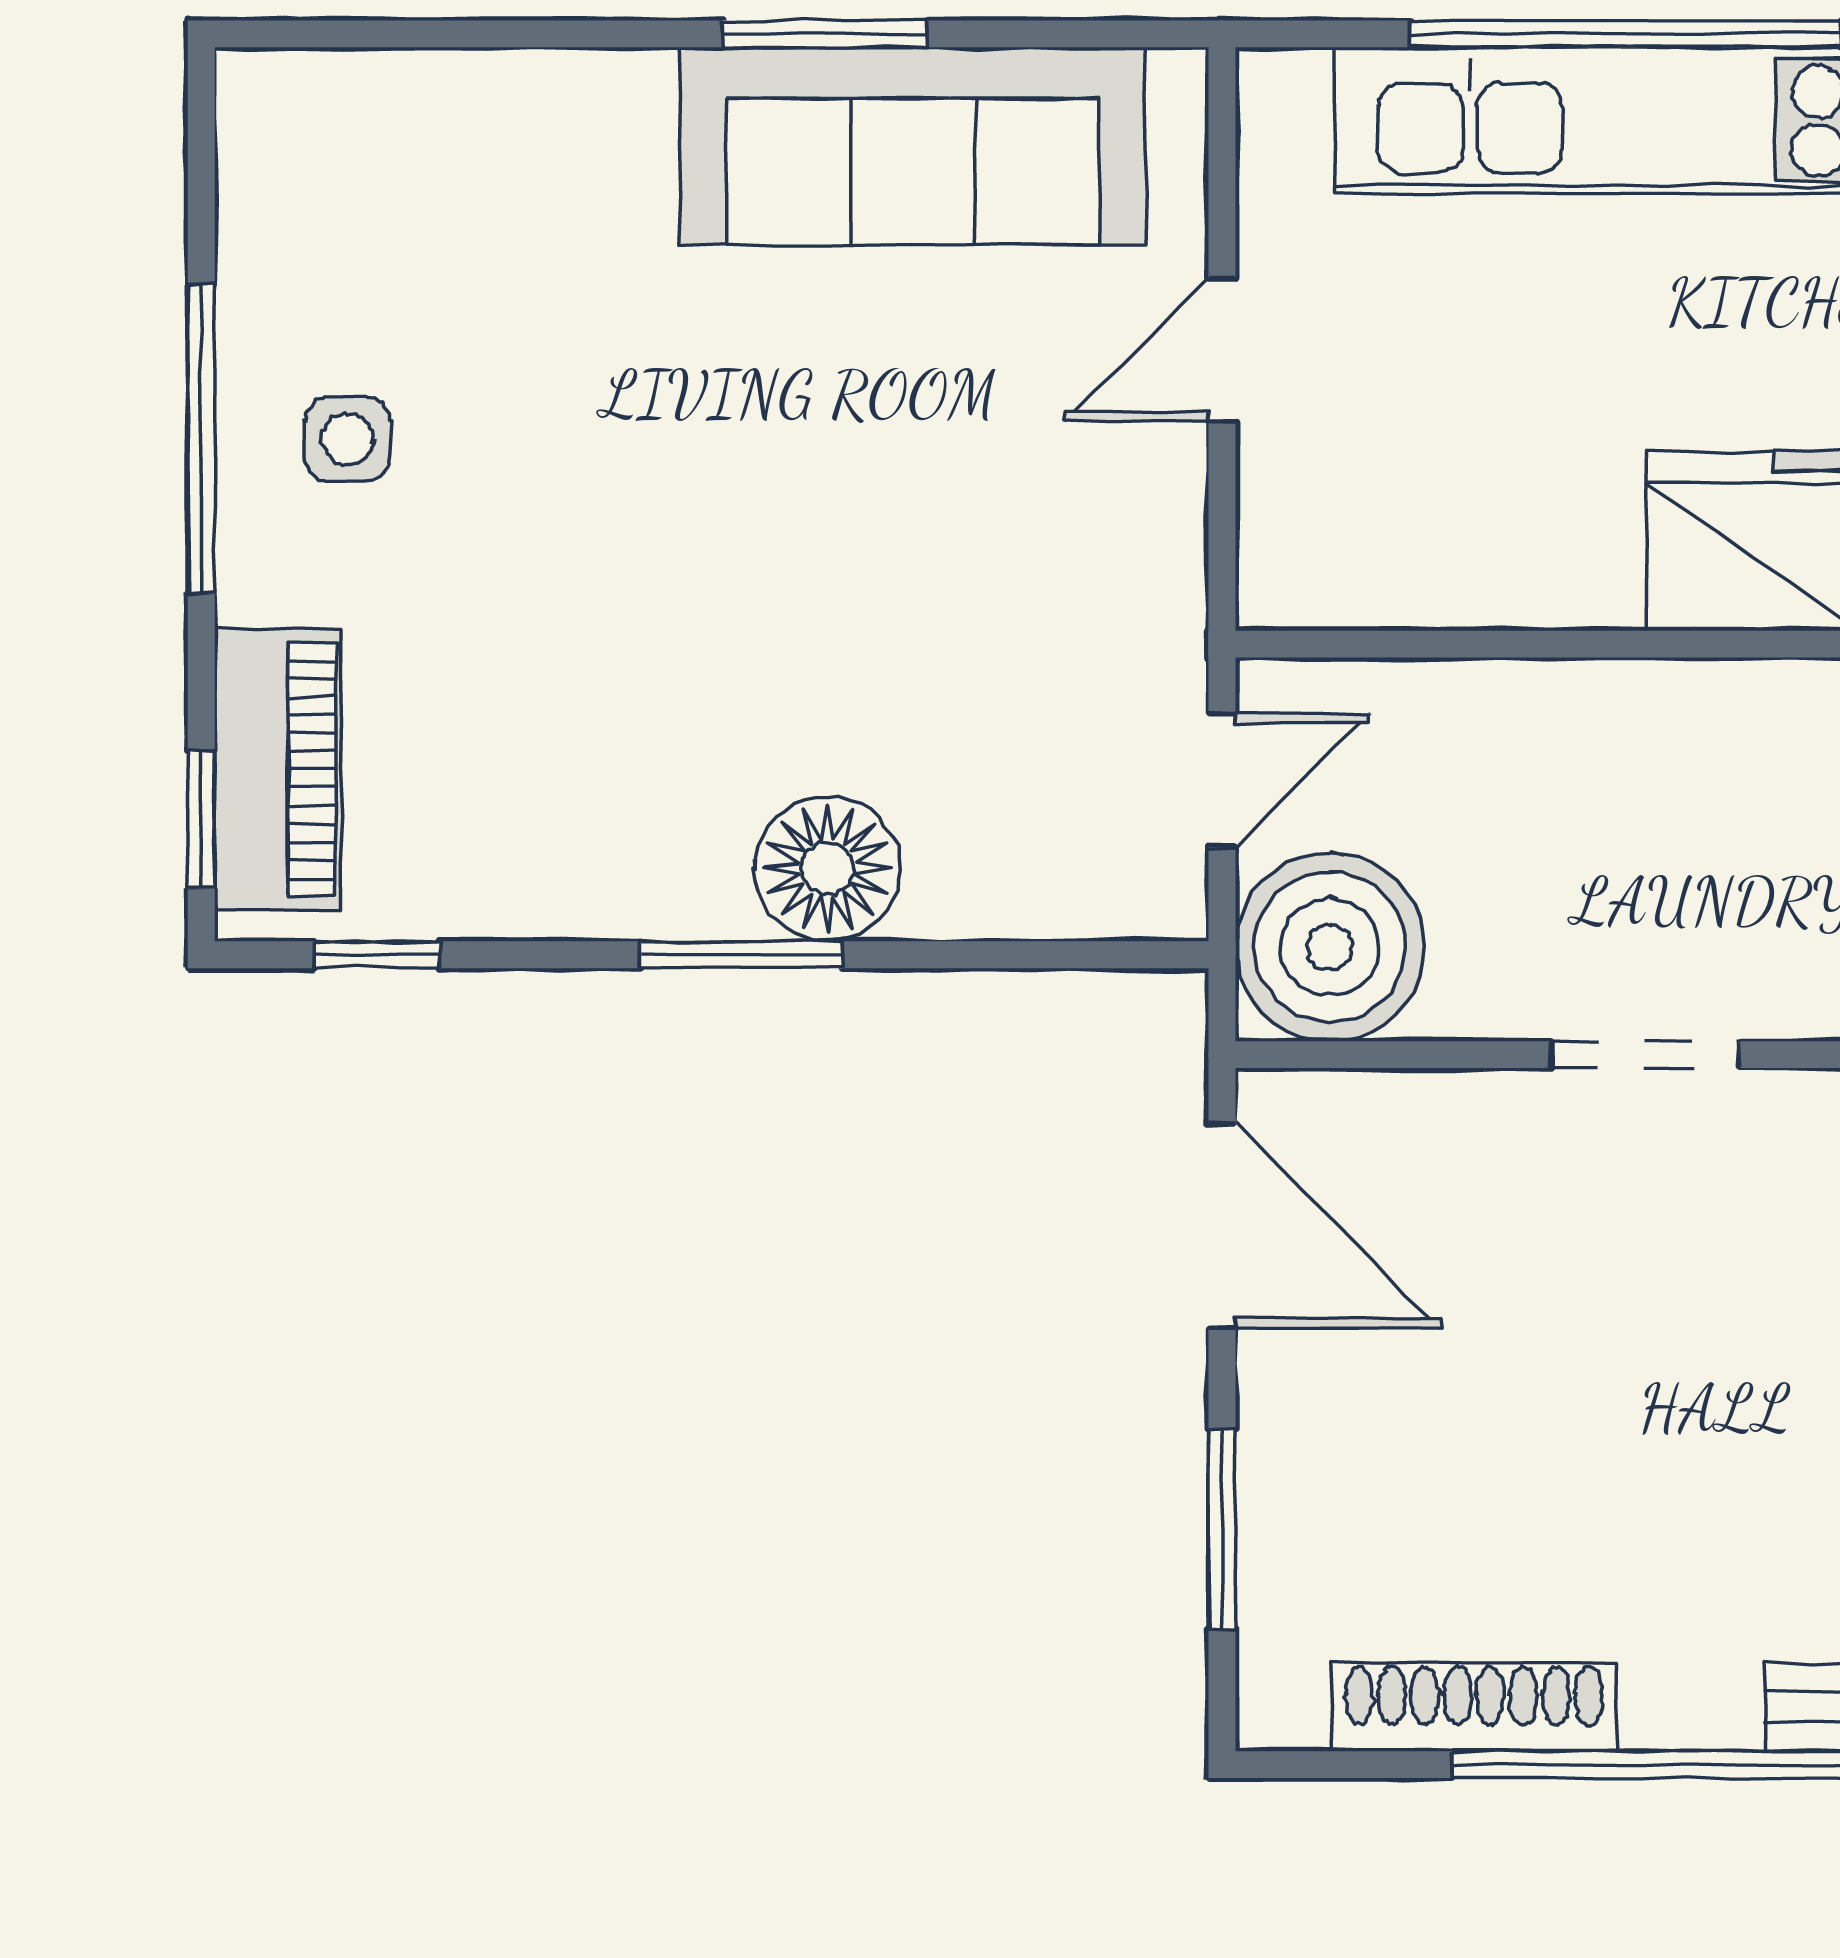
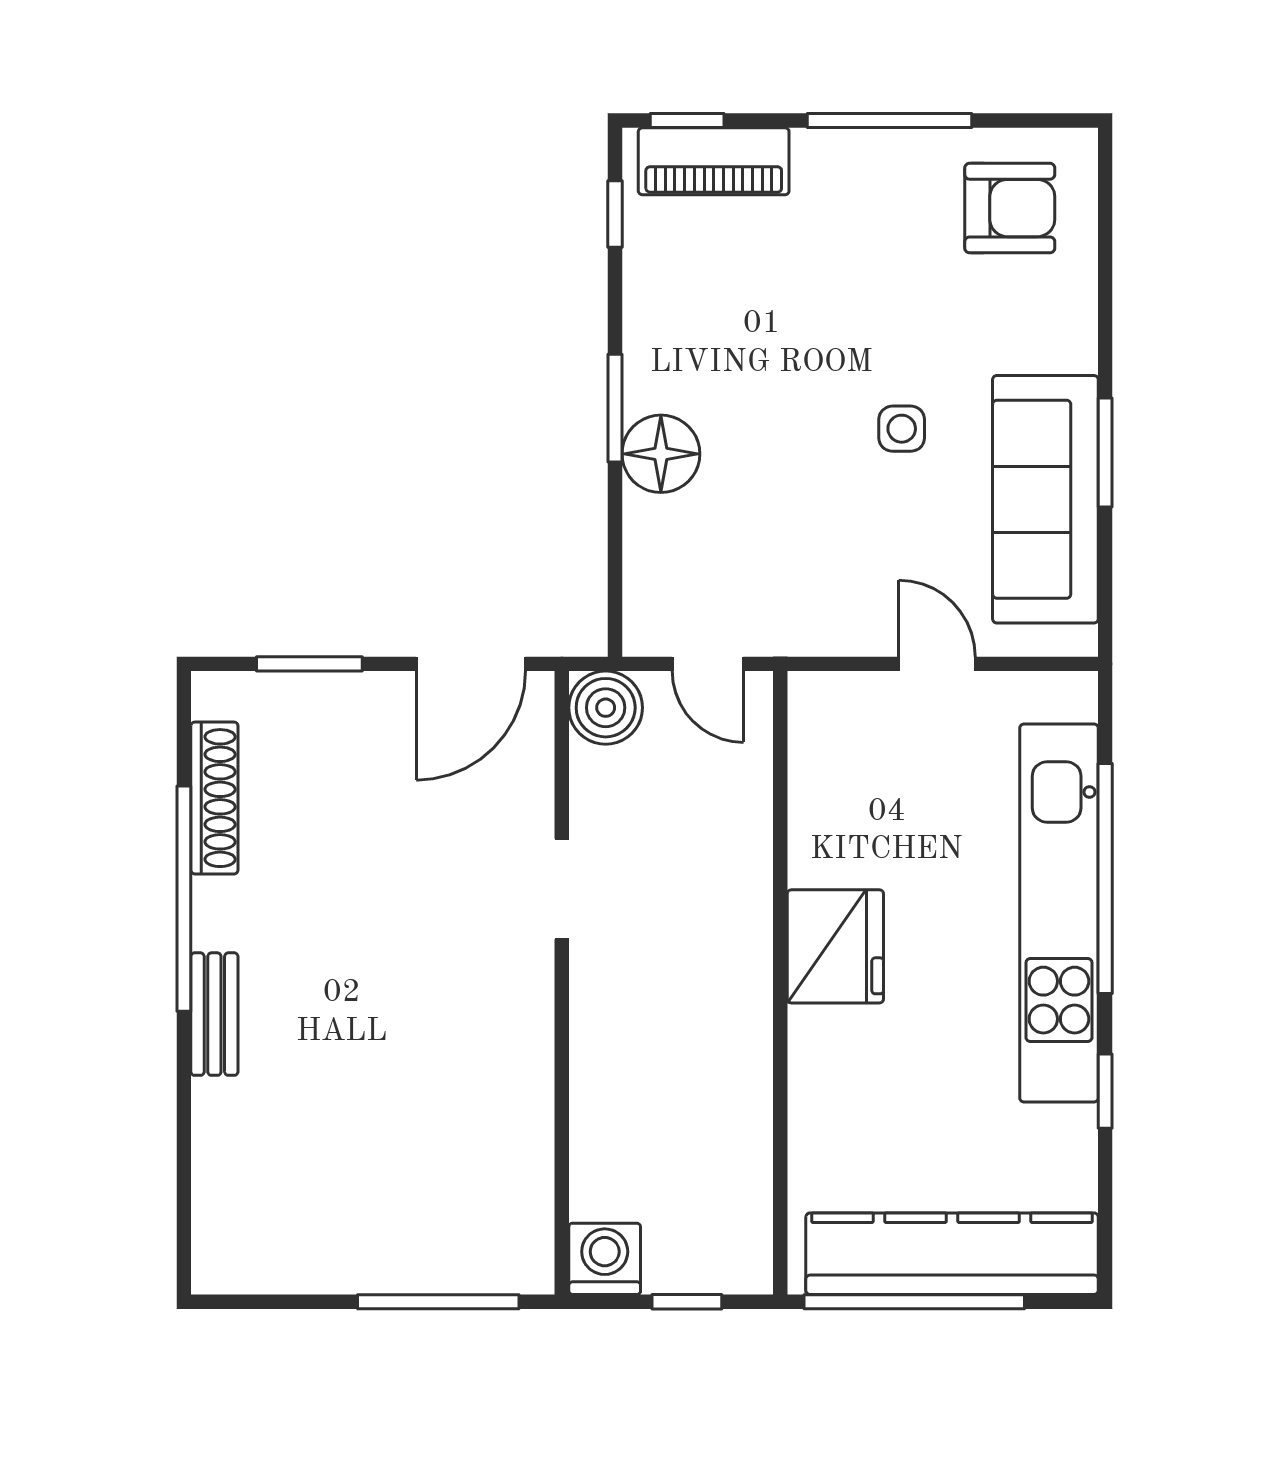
armchair: (366, 213) -> (1010, 208), added
side table: (347, 439) -> (902, 429), moved
boiler: (1330, 947) -> (606, 708), width x0.73, depth x0.73

